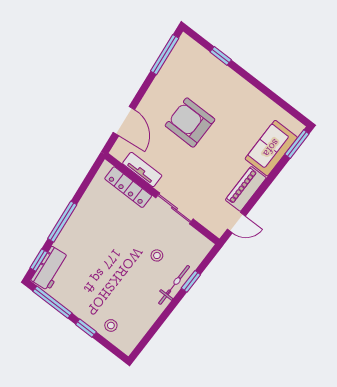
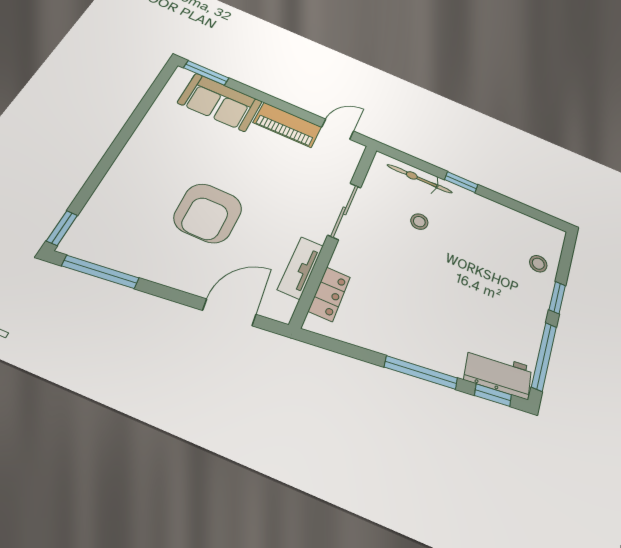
window: (221, 56) -> (62, 228), moved
locker: (128, 187) -> (329, 294), width x0.66
door: (236, 223) -> (338, 129), hinge flipped
window: (191, 281) -> (461, 182), moved
bicycle: (174, 285) -> (420, 179), moved

